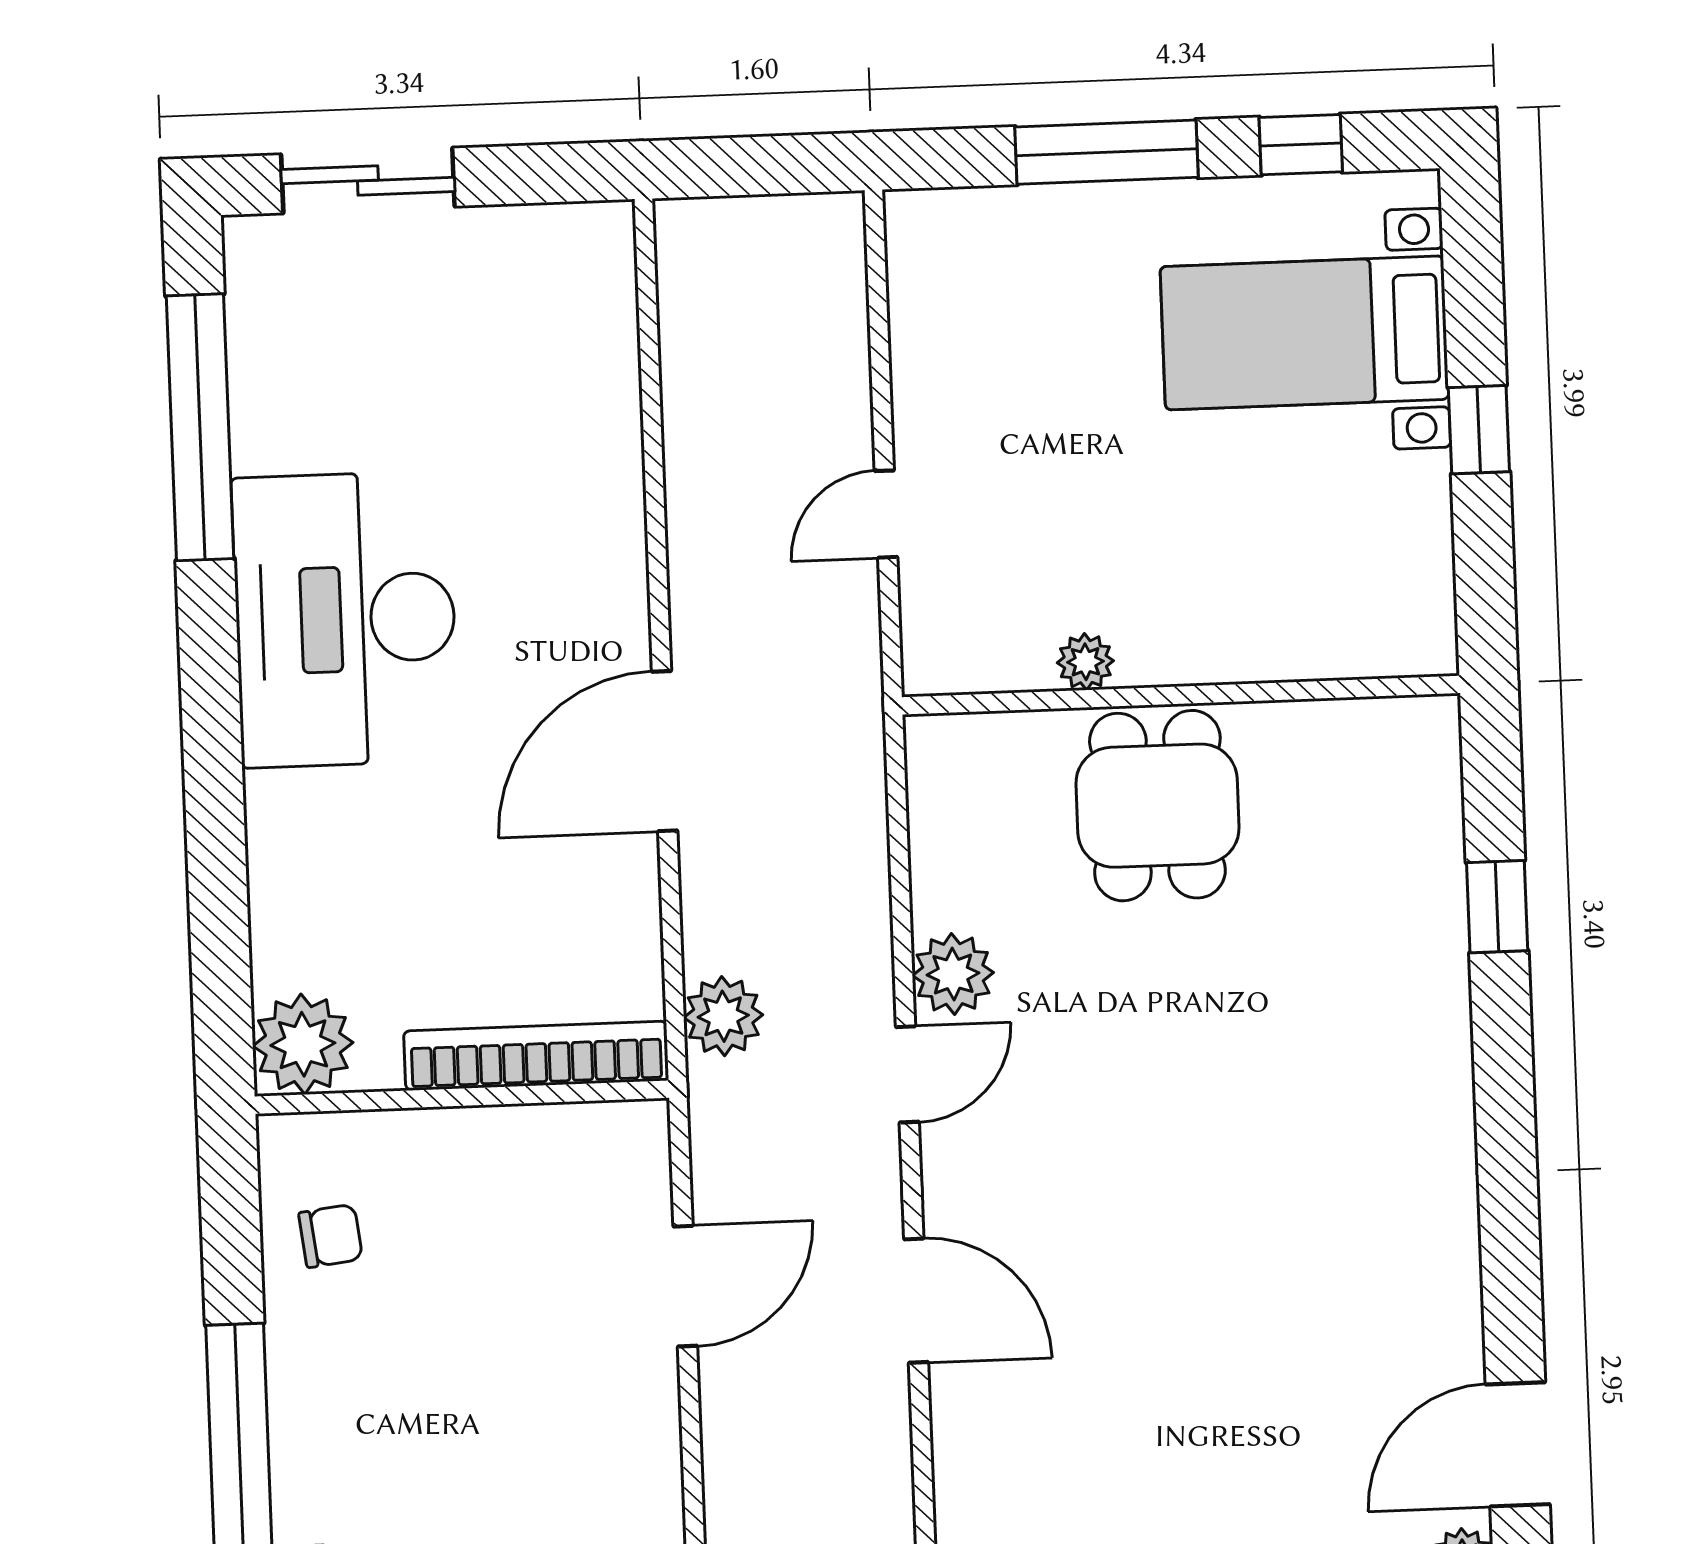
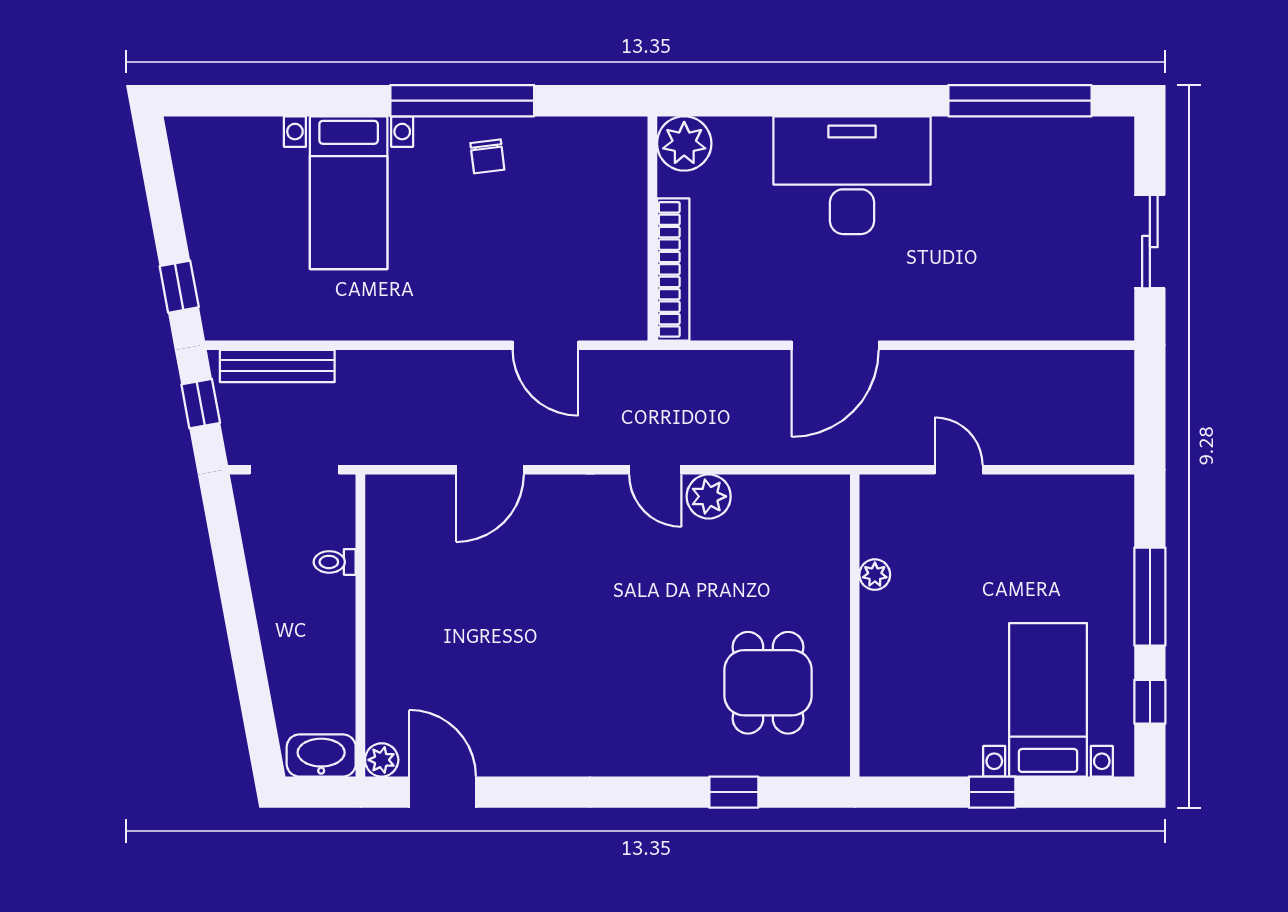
sliding door: (368, 181) -> (1150, 242), moved
desk: (345, 619) -> (852, 175), moved
door: (665, 751) -> (835, 345), swing flipped
dining table: (1157, 806) -> (768, 683), moved, turned 90
plant: (723, 1016) -> (691, 371), removed
chair: (331, 1236) -> (487, 156), moved
door: (916, 1301) -> (490, 470), moved

